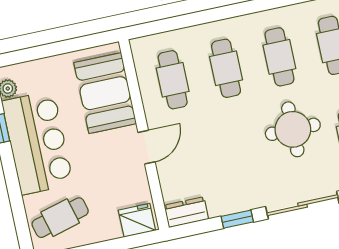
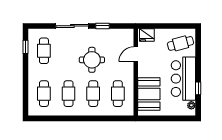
round table: (293, 129) -> (92, 60), moved
door: (147, 147) -> (136, 54), moved
dresser: (186, 212) -> (124, 34), removed

